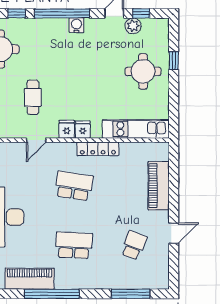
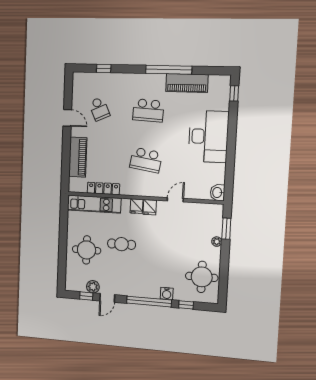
water cooler: (76, 25) -> (167, 294), moved
window: (174, 61) -> (62, 257), removed
cafe table: (33, 97) -> (122, 244), moved, turned 90
locker: (98, 149) -> (103, 188), moved
door: (174, 233) -> (67, 118), swing flipped
school desk: (134, 245) -> (99, 109), turned -45
window: (131, 294) -> (104, 68), width x0.46

